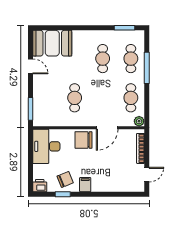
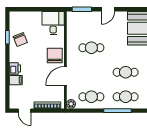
door: (30, 66) -> (108, 9), moved
door: (107, 128) -> (65, 76), hinge flipped
desk: (46, 146) -> (53, 23), width x0.73
filing cabinet: (85, 185) -> (16, 80), moved
printer: (40, 186) -> (15, 68), moved

